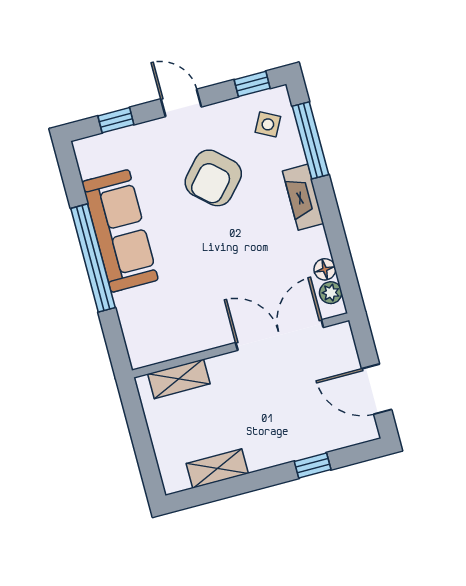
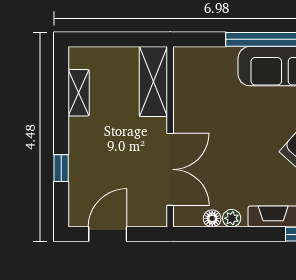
plant: (331, 293) -> (232, 218), moved
shelving: (179, 379) -> (153, 81), width x1.50, depth x1.33

